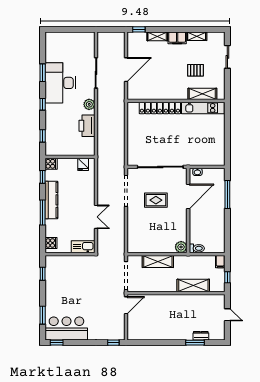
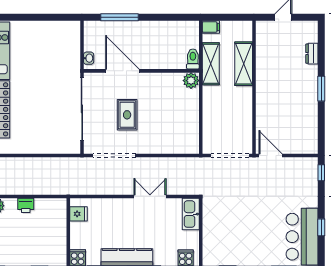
printer: (87, 126) -> (26, 205), width x0.53, depth x0.68
shelving: (158, 261) -> (211, 64), moved
window: (227, 277) -> (232, 17), removed
window: (57, 343) -> (321, 227), moved
window: (195, 343) -> (321, 89), moved

